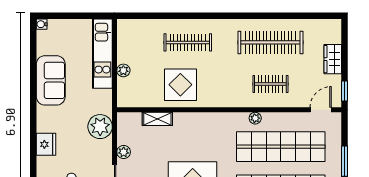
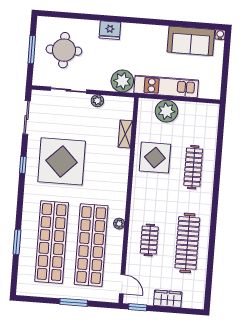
kitchen unit: (102, 54) -> (166, 87), moved
plant: (123, 70) -> (166, 111), width x1.87, depth x1.87
sofa: (51, 80) -> (191, 41), moved

